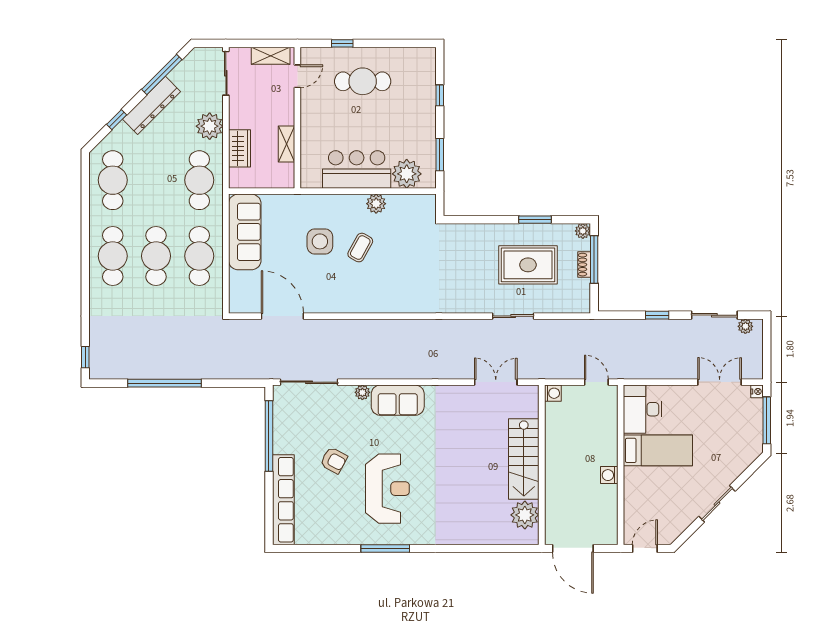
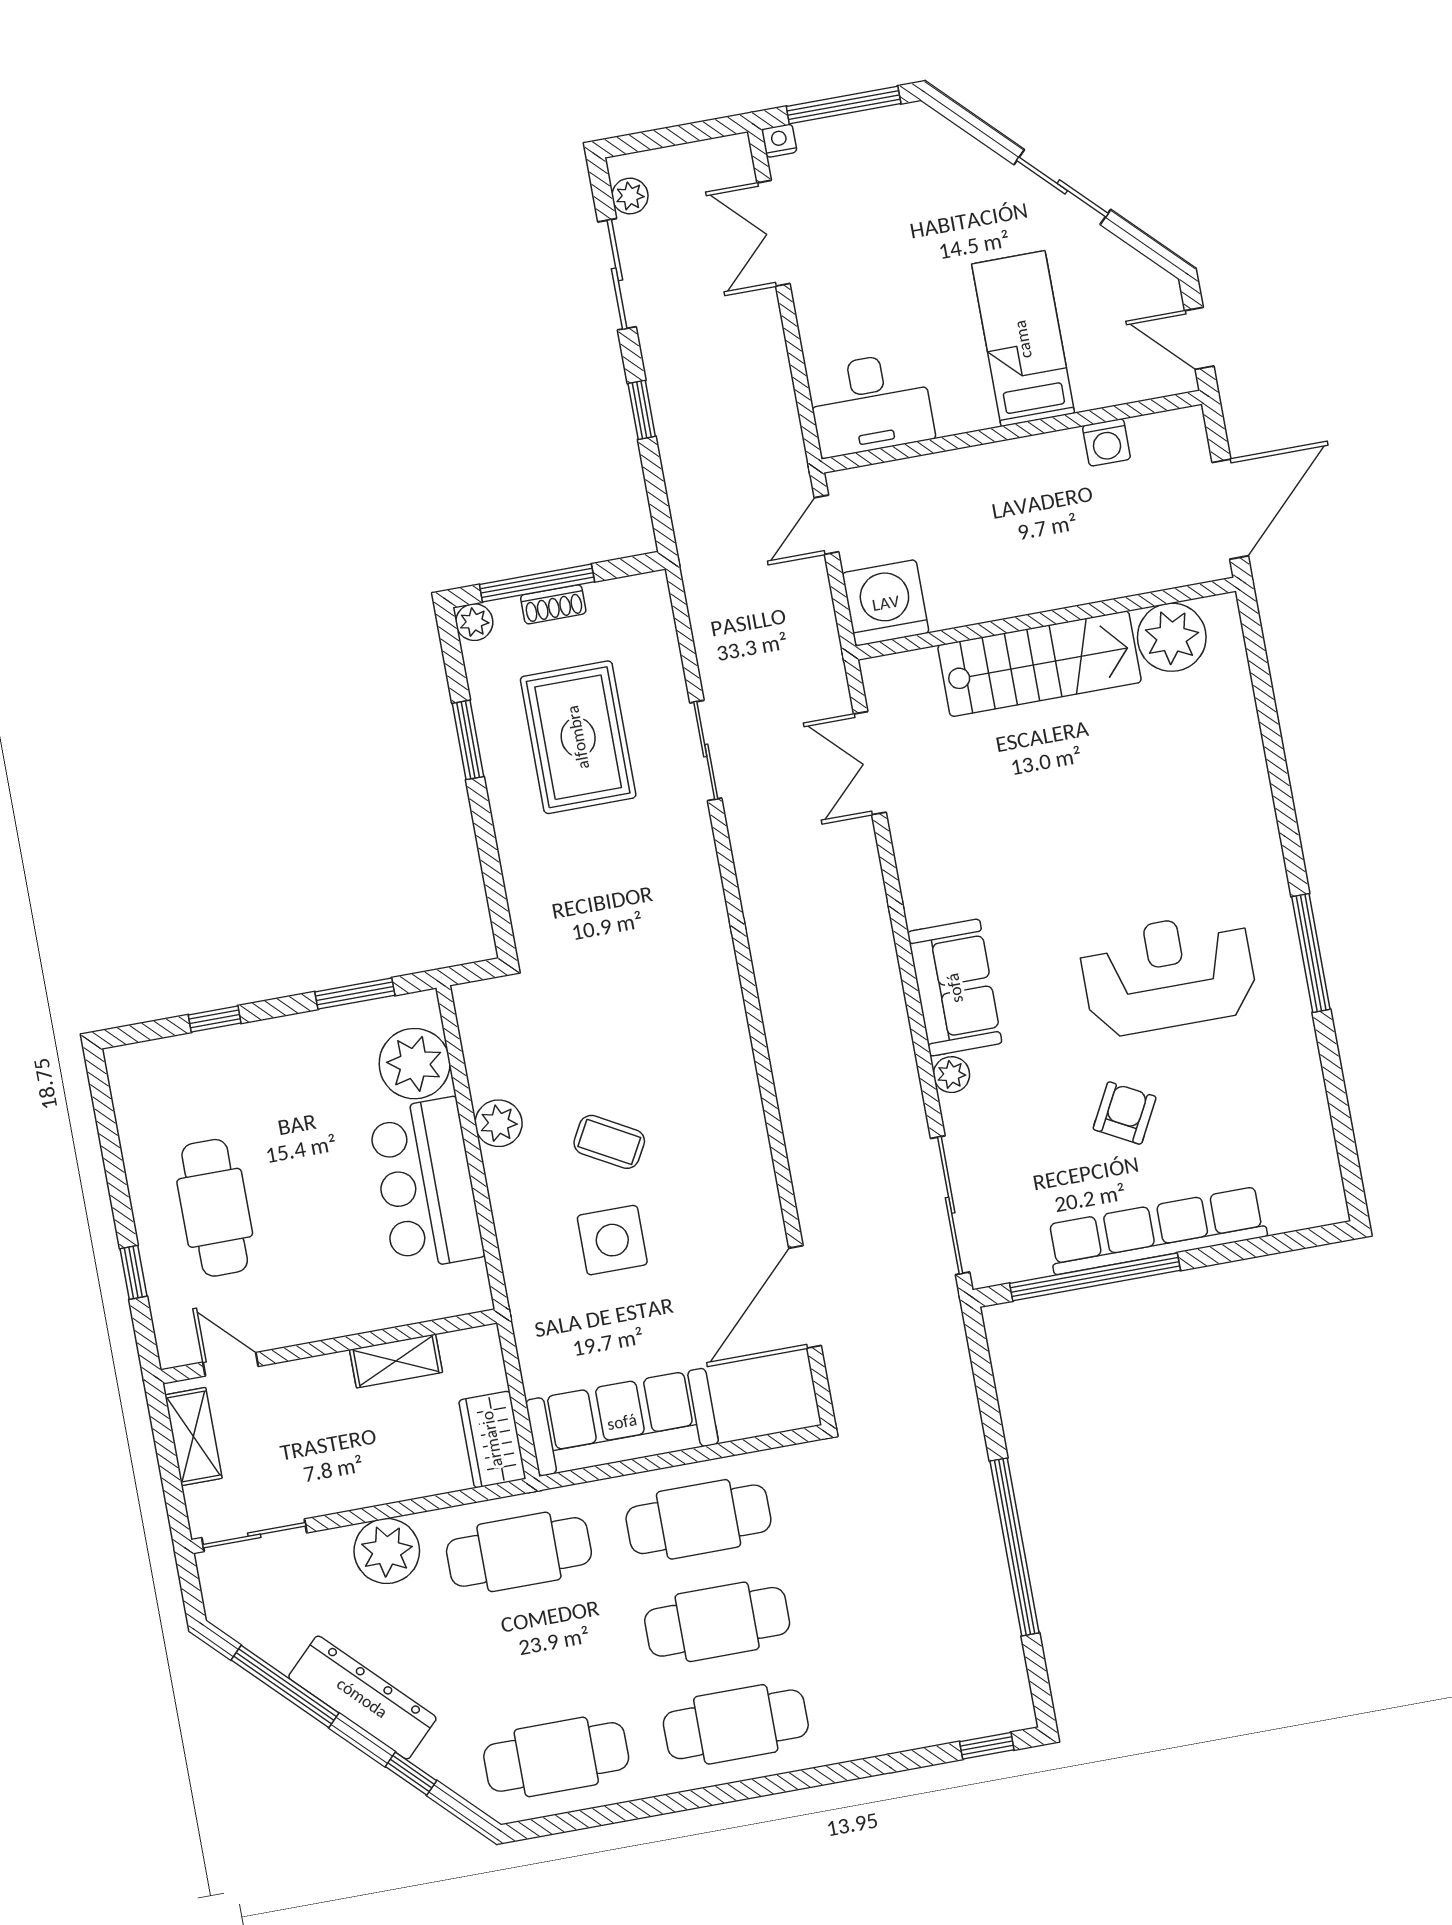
wardrobe: (239, 148) -> (492, 1439), moved, turned -90
washing machine: (553, 393) -> (886, 603), width x1.89, depth x1.89
bed: (658, 450) -> (1023, 339), moved
washing machine: (609, 475) -> (1106, 442), moved
row of seats: (283, 500) -> (1157, 1231), moved

